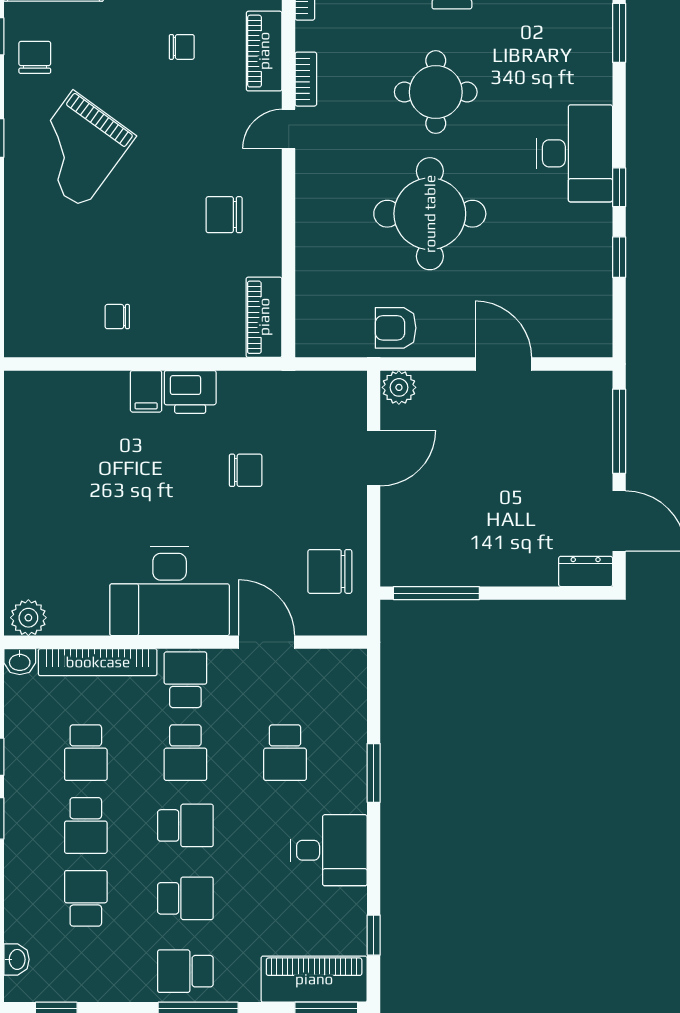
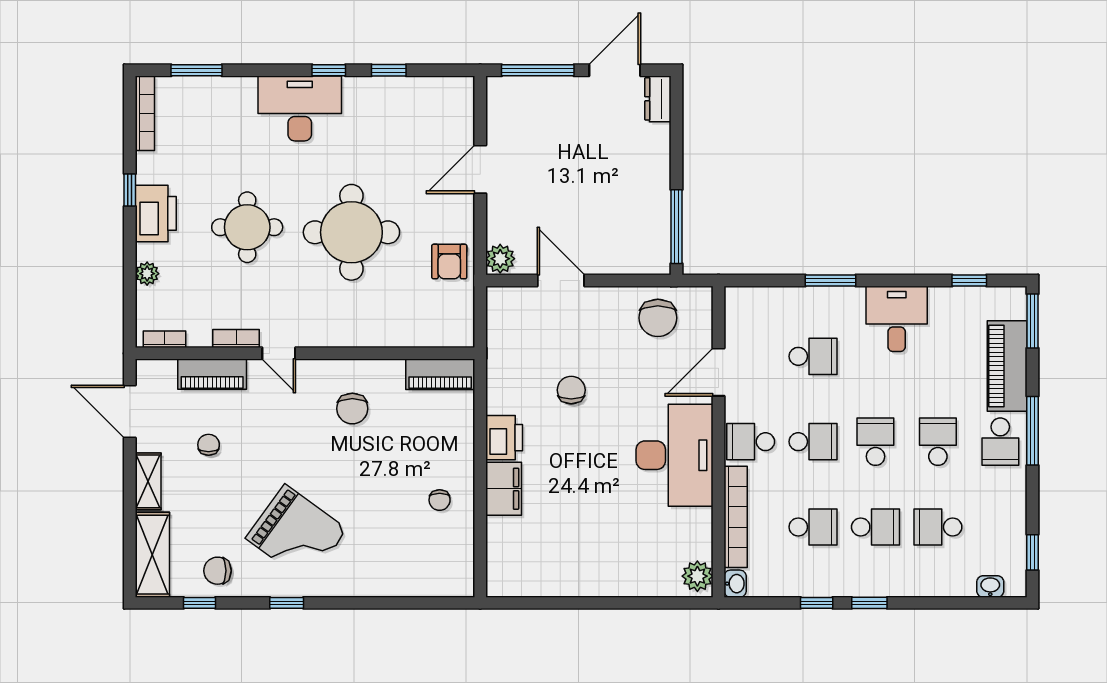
filing cabinet: (146, 391) -> (504, 489), width x2.00
piano: (314, 979) -> (1007, 366), moved

